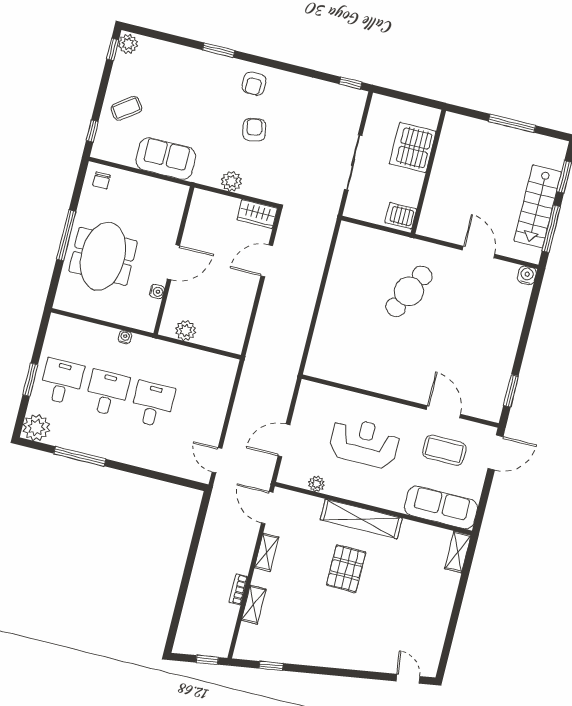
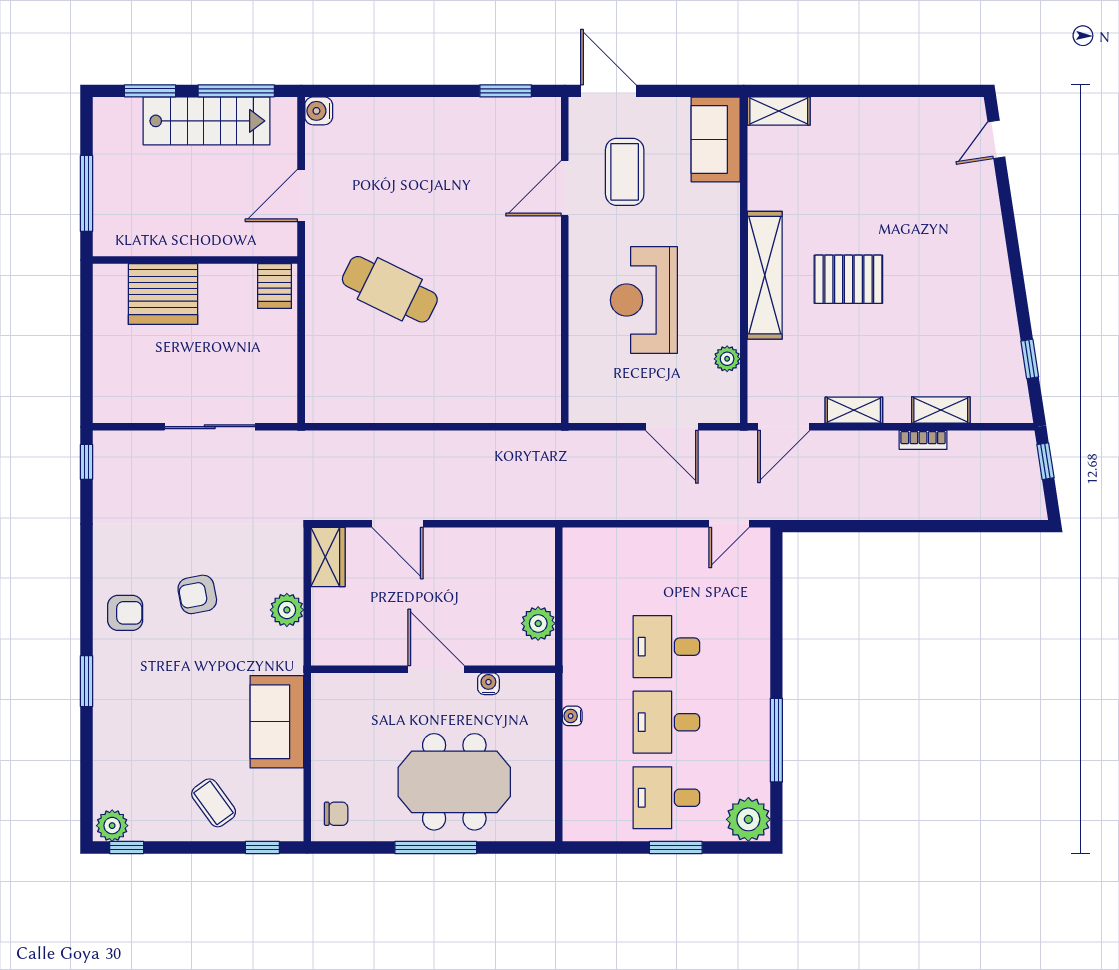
server rack: (413, 147) -> (163, 294), moved
wall: (428, 172) -> (195, 260), moved
server rack: (401, 216) -> (275, 286), moved
sofa: (441, 507) -> (716, 139), width x0.73

